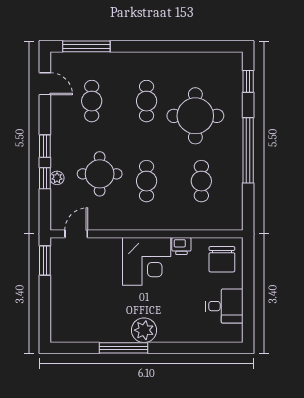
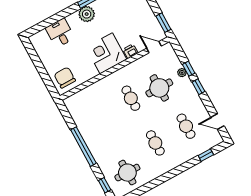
window: (86, 46) -> (206, 155), width x0.46
round table: (195, 116) -> (127, 173), moved, width x0.73, depth x0.73
cafe table: (201, 181) -> (100, 115), removed
door: (76, 234) -> (154, 47), swing flipped
printer: (181, 246) -> (130, 51), moved
desk: (224, 306) -> (60, 33), moved, turned 90

